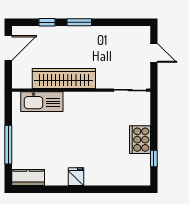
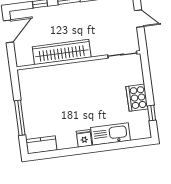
kitchen sink: (42, 102) -> (110, 134), moved, turned 180

